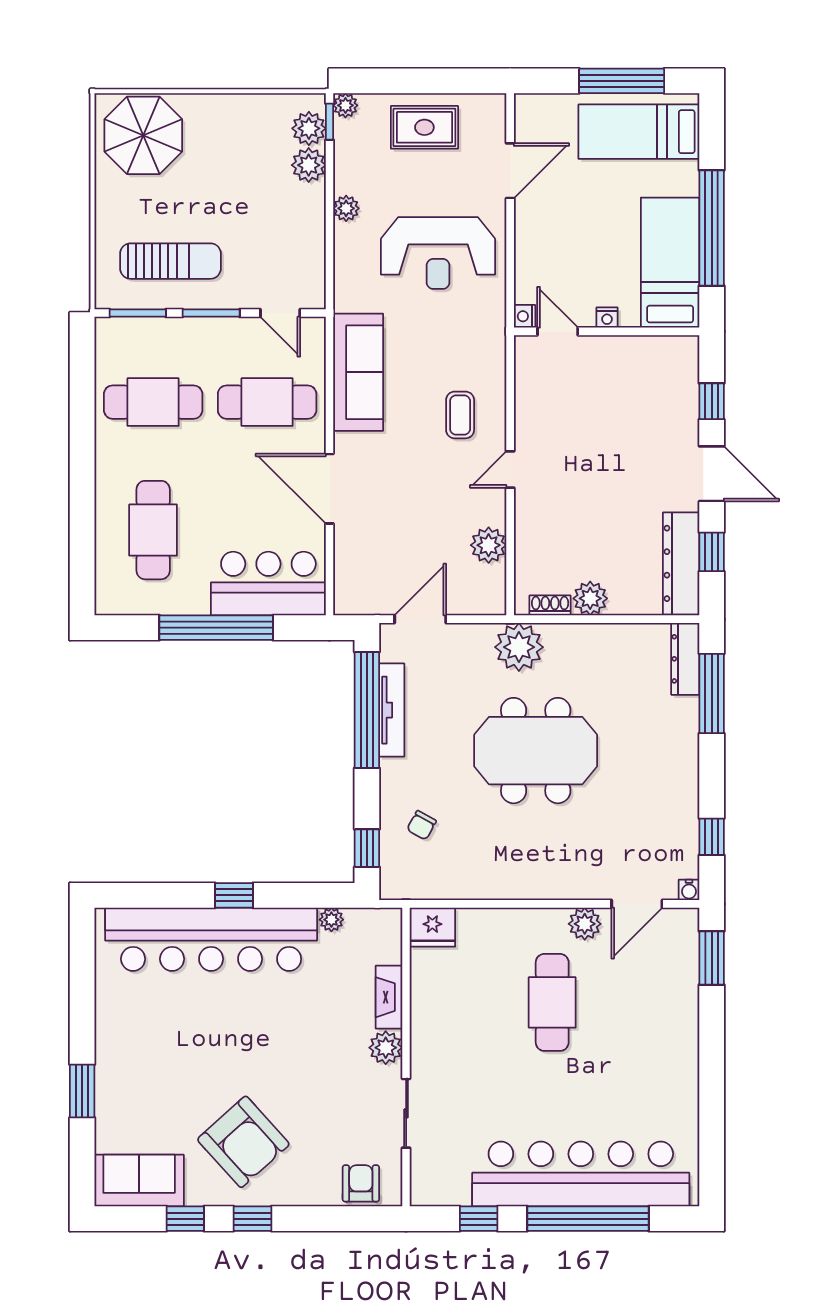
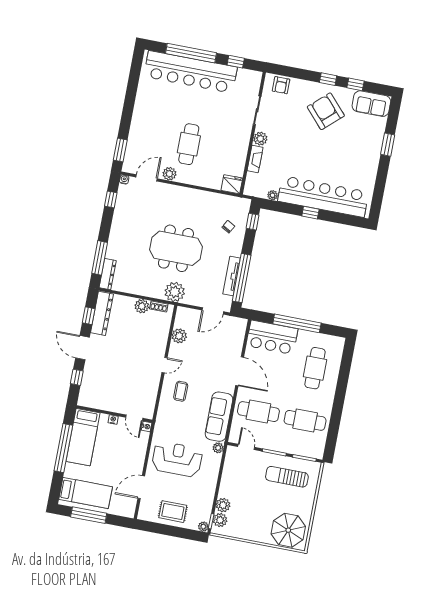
plant: (346, 208) -> (218, 448), moved

